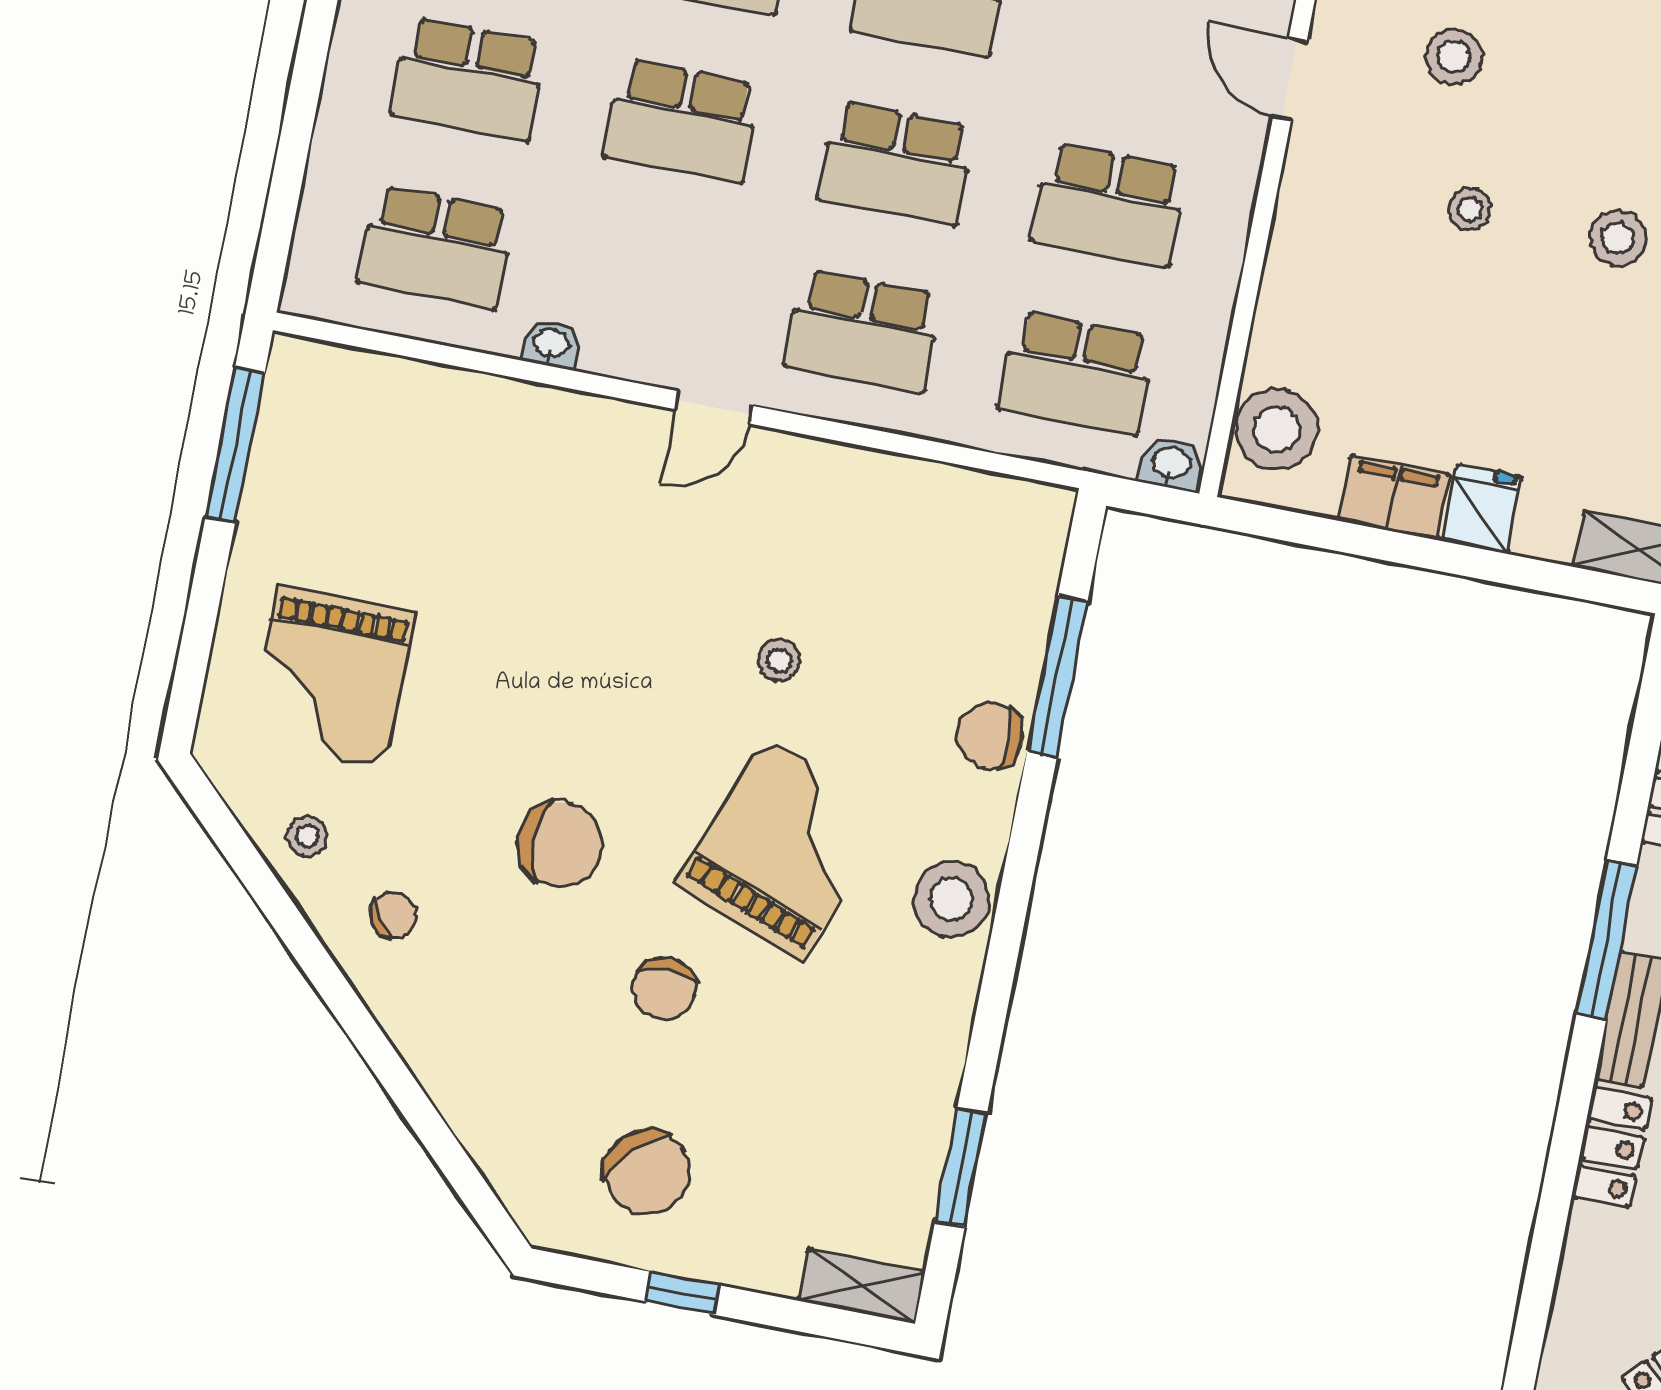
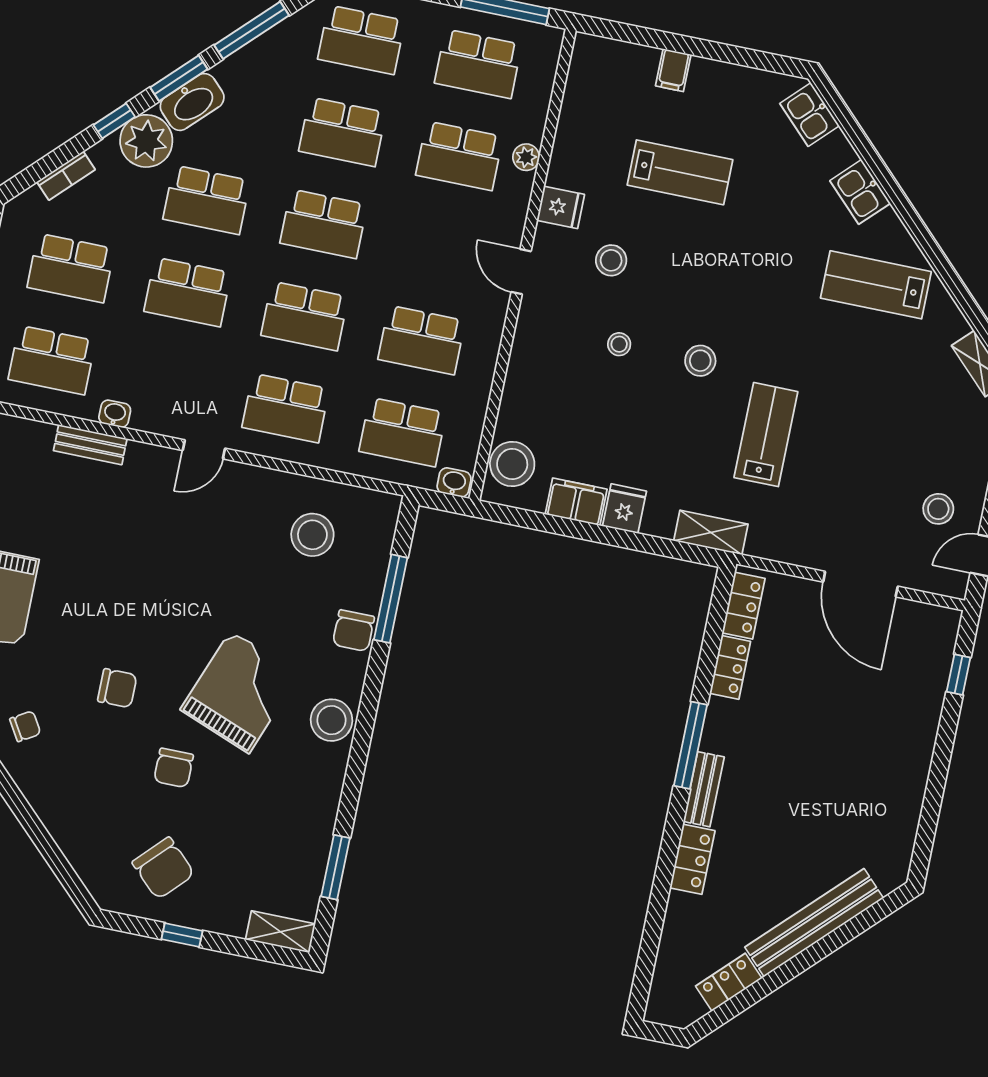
bench: (507, 401) -> (90, 445), added
stool: (779, 660) -> (312, 535), moved, width x1.89, depth x1.89
chair: (990, 736) -> (353, 631), turned -90
chair: (560, 844) -> (117, 688), width x0.73, depth x0.73

